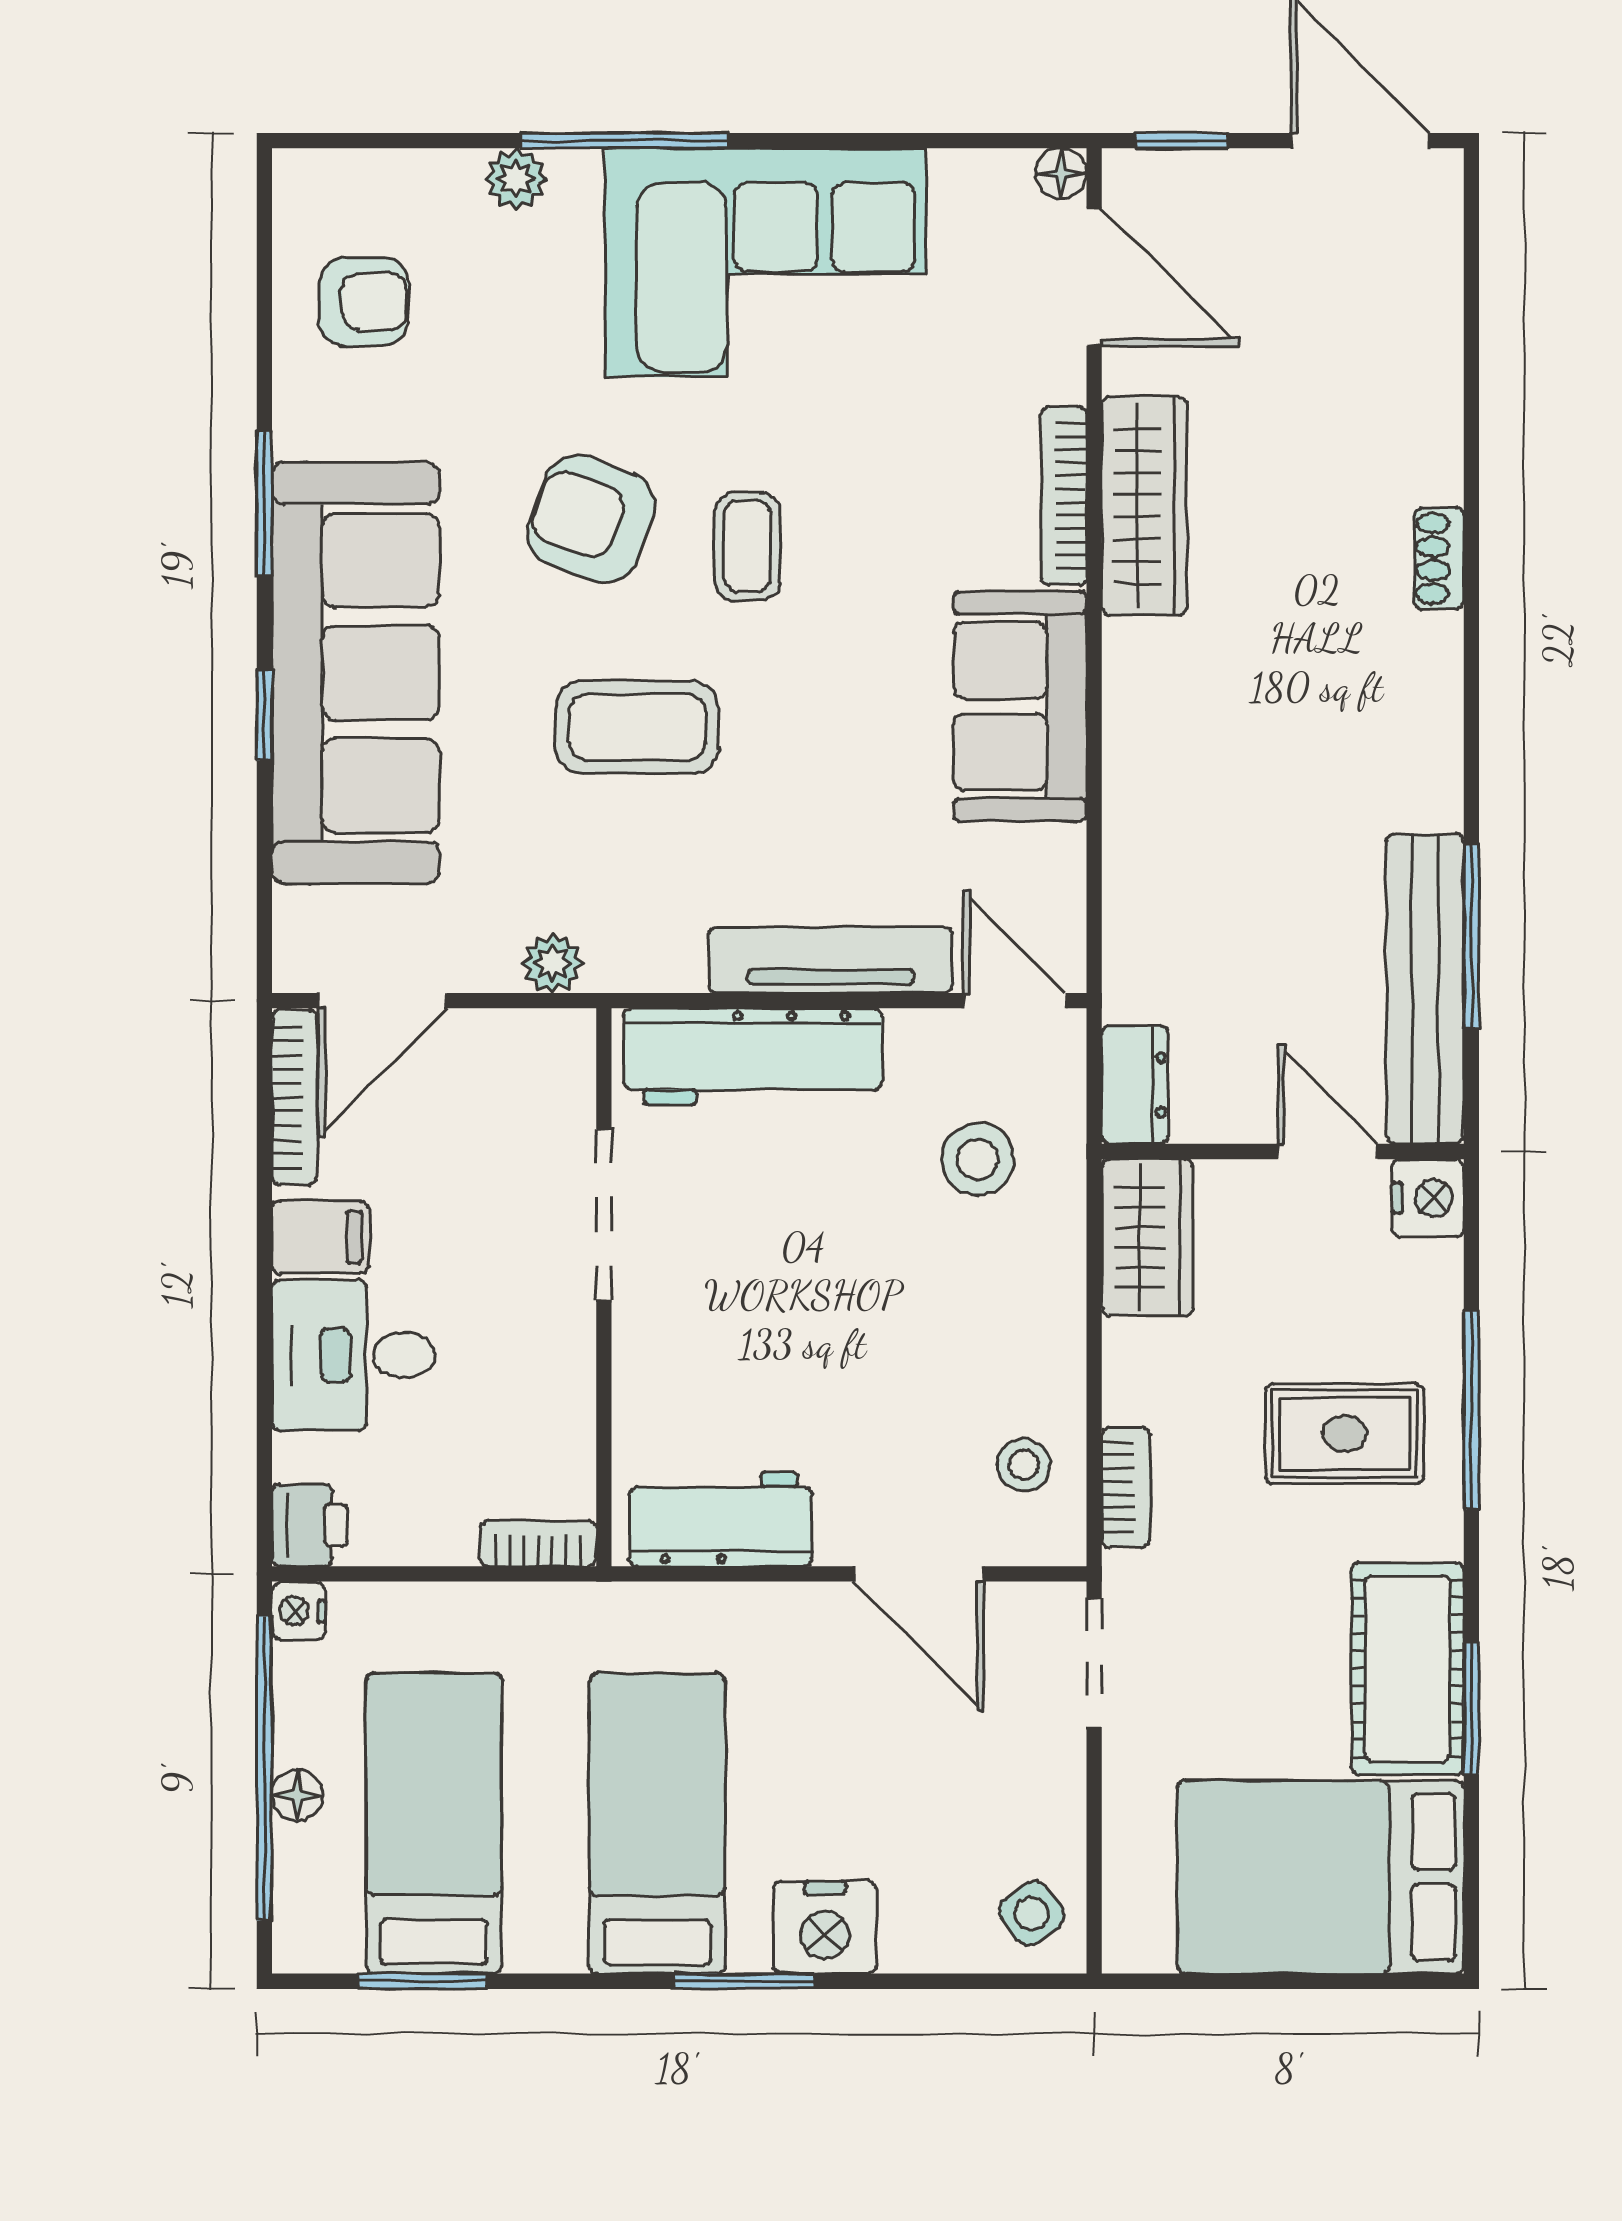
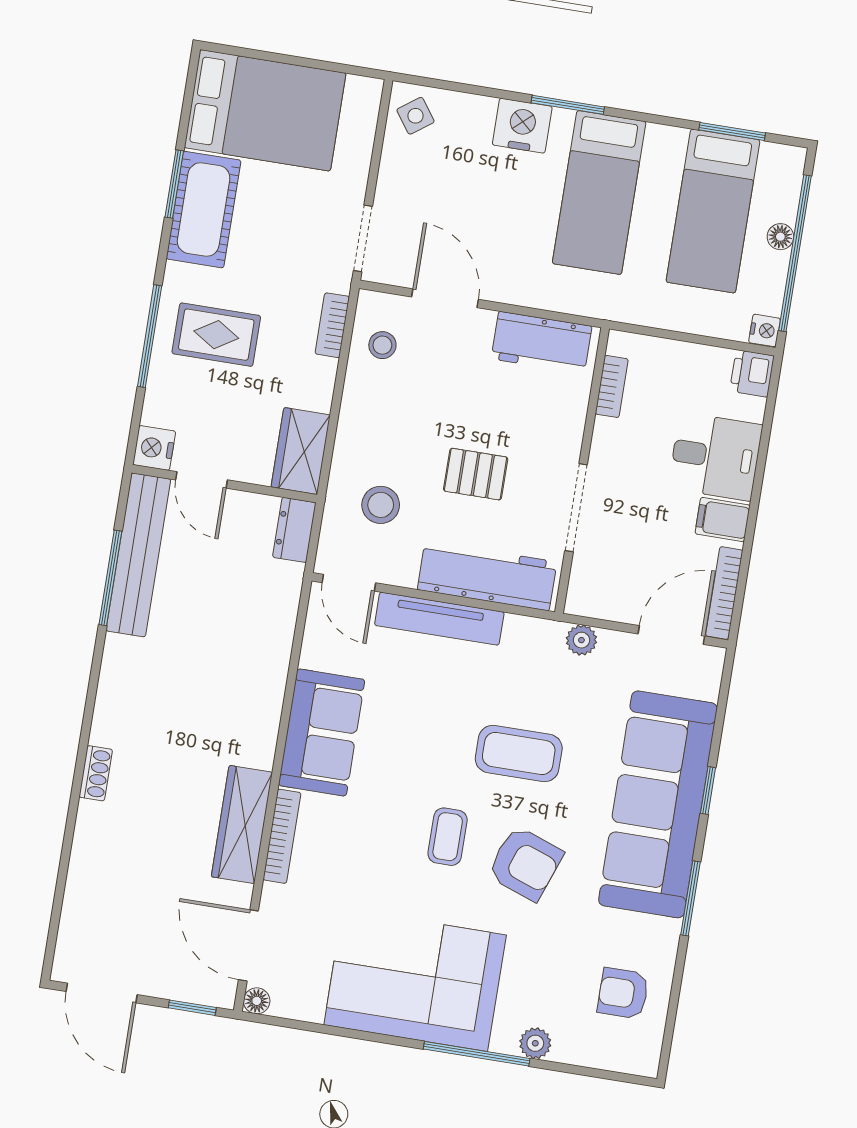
pallet: (806, 1247) -> (476, 474), added
bookcase: (538, 1543) -> (612, 386), moved, turned -90

